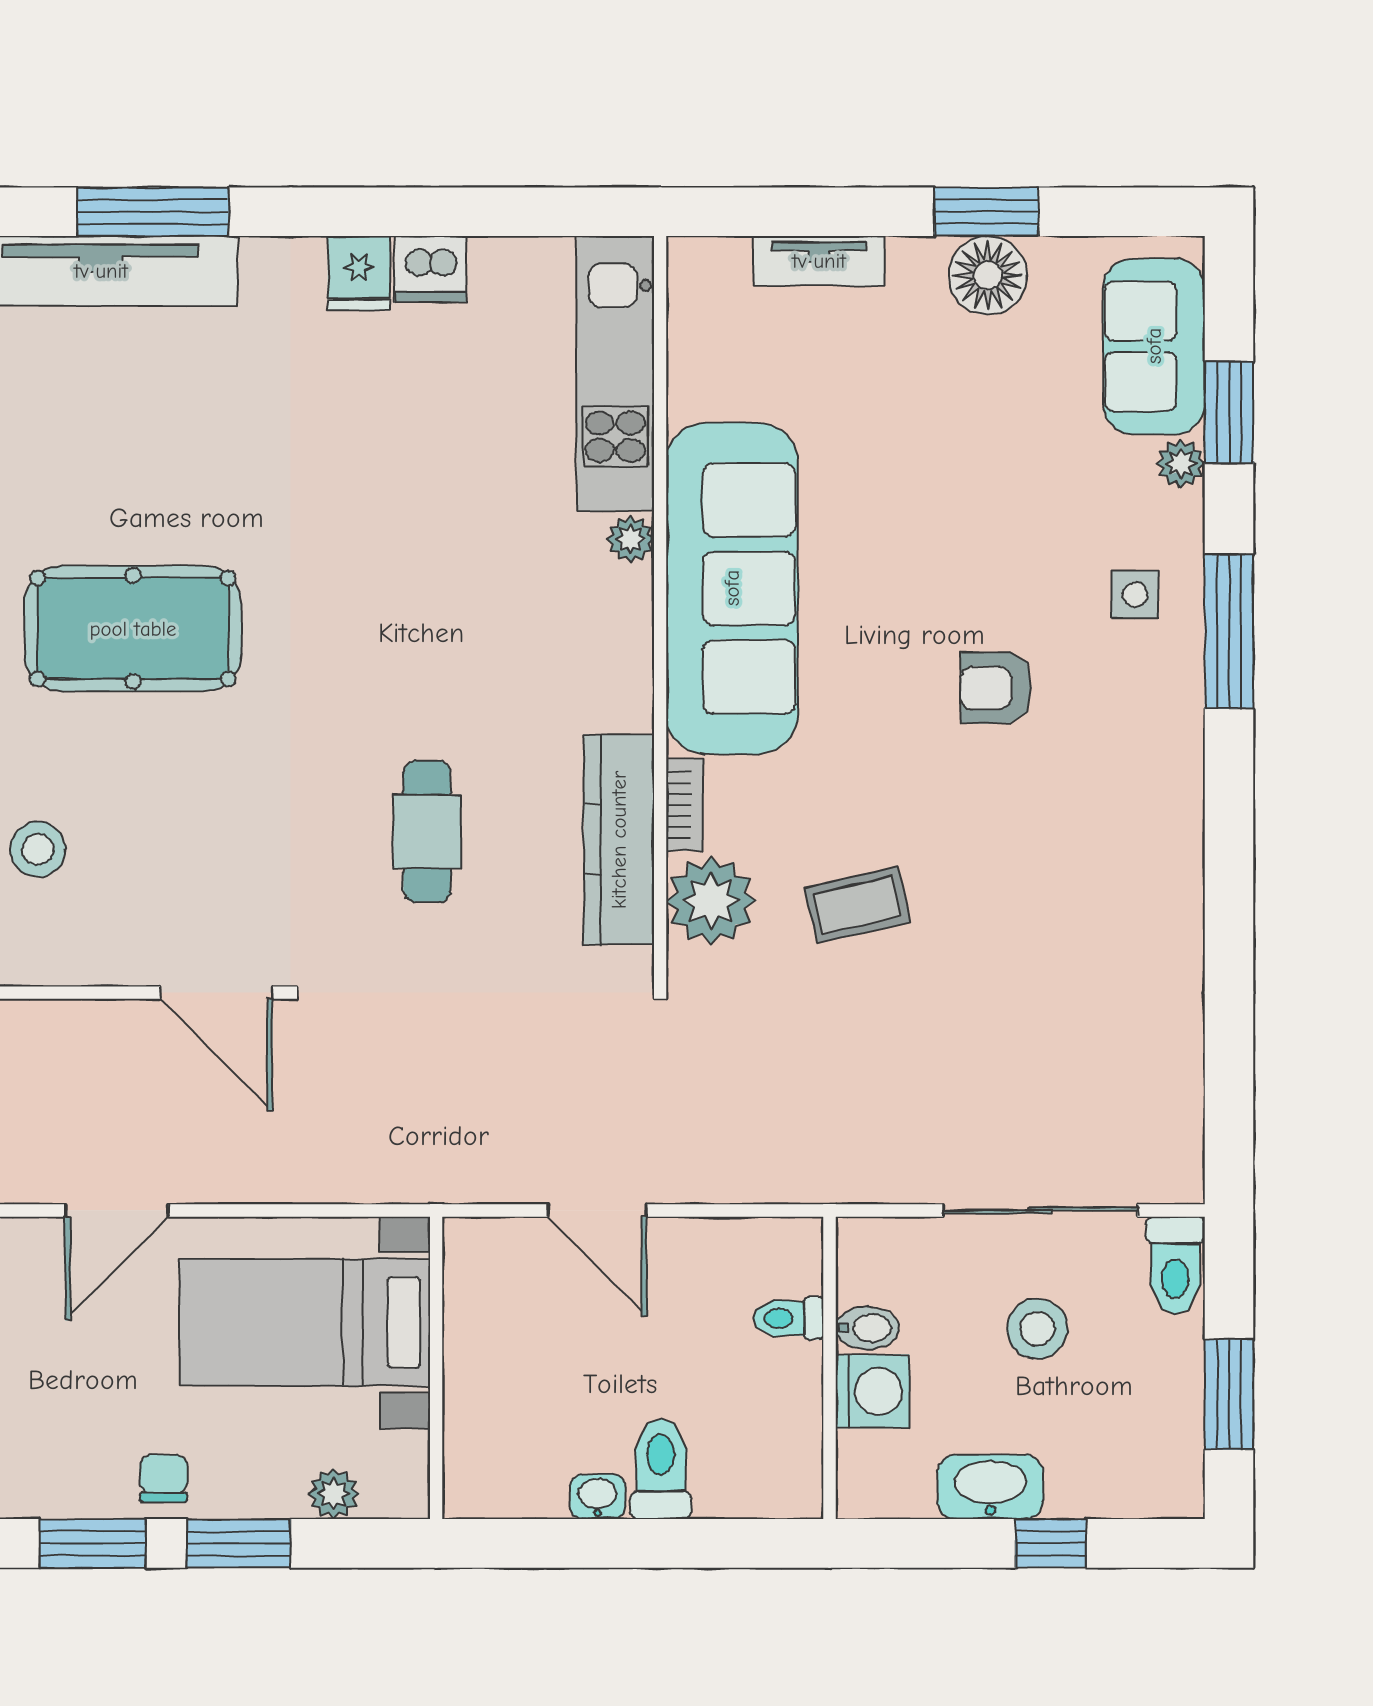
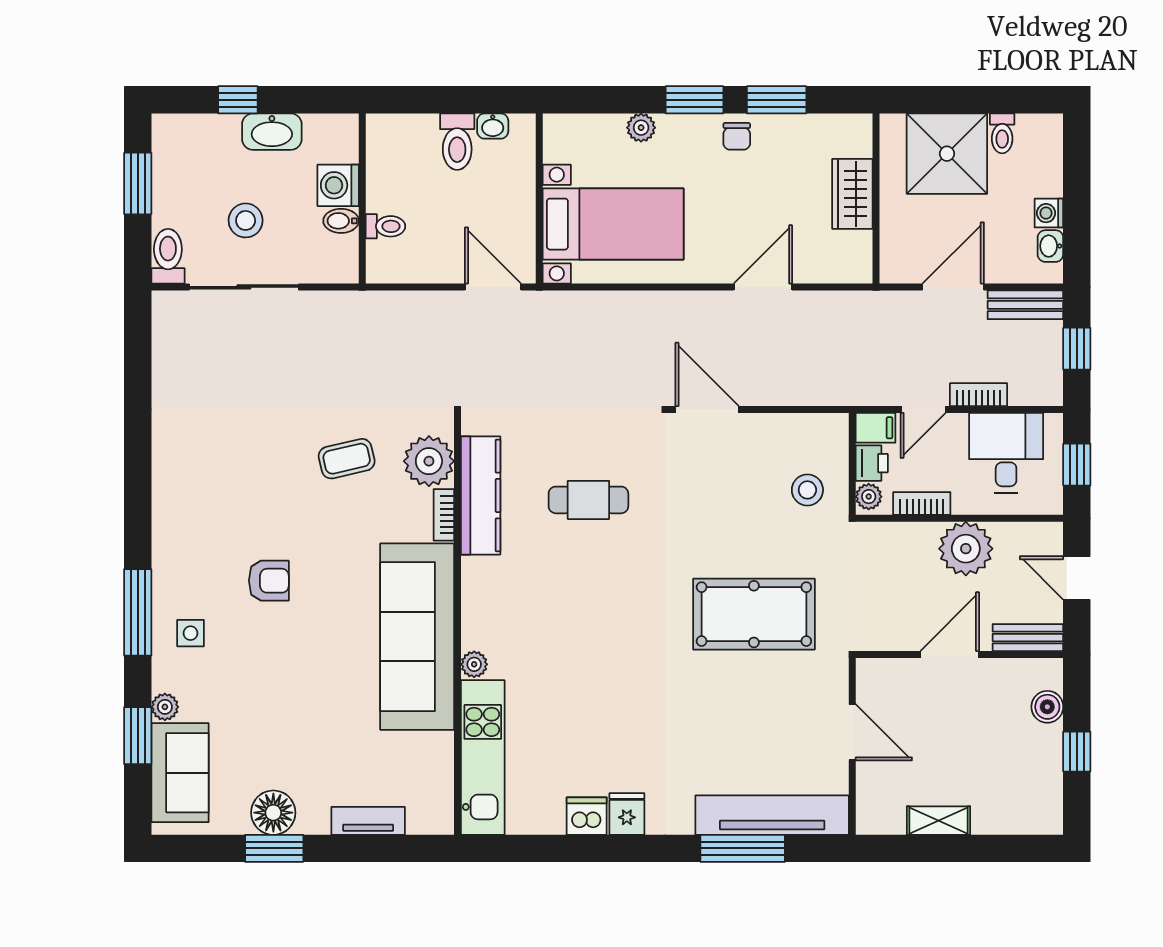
cafe table: (427, 832) -> (588, 500), turned 90
bed with nightstands: (305, 1322) -> (613, 224), moved
wall: (436, 1368) -> (539, 198), moved

